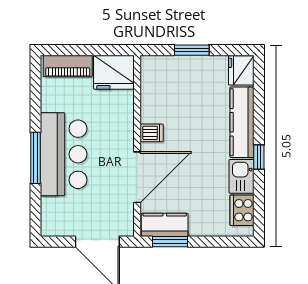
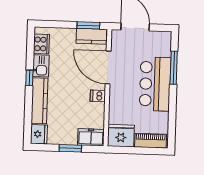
freezer: (160, 68) -> (91, 137), added
window: (36, 158) -> (174, 68), moved
door: (137, 177) -> (108, 68), hinge flipped

